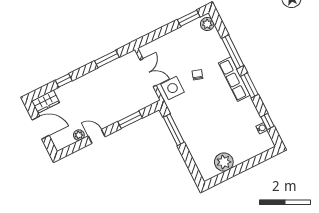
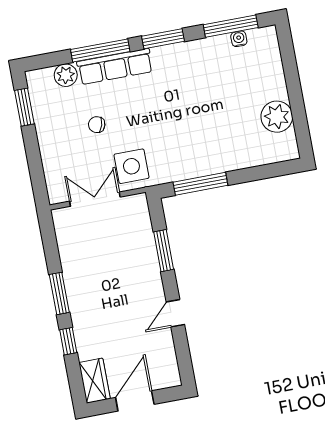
plant: (207, 24) -> (66, 75), moved
window: (107, 59) -> (59, 293), moved
chair: (197, 75) -> (97, 125), moved
row of seats: (234, 79) -> (115, 67), moved
window: (267, 122) -> (231, 26), width x2.17
plant: (79, 135) -> (165, 342), removed

